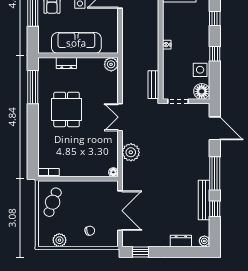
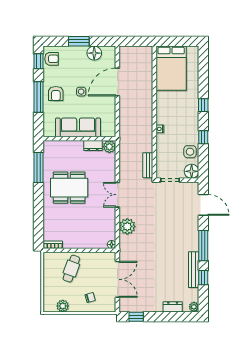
dresser: (66, 63) -> (93, 146), moved
dining table: (67, 109) -> (69, 188), width x1.38
cafe table: (53, 202) -> (71, 269), moved

